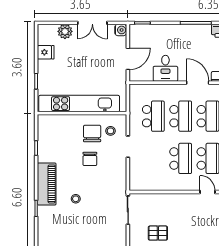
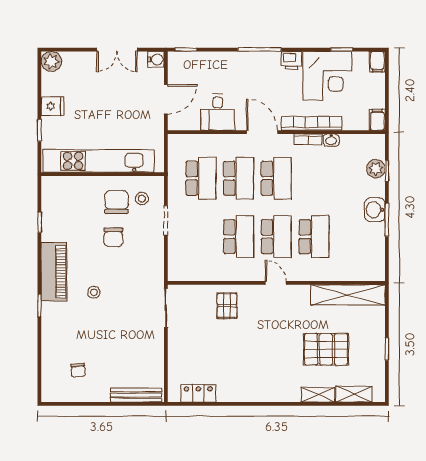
plant: (65, 31) -> (51, 61), moved
fridge: (46, 52) -> (53, 106), moved
pallet: (158, 233) -> (227, 306), moved, turned 90

